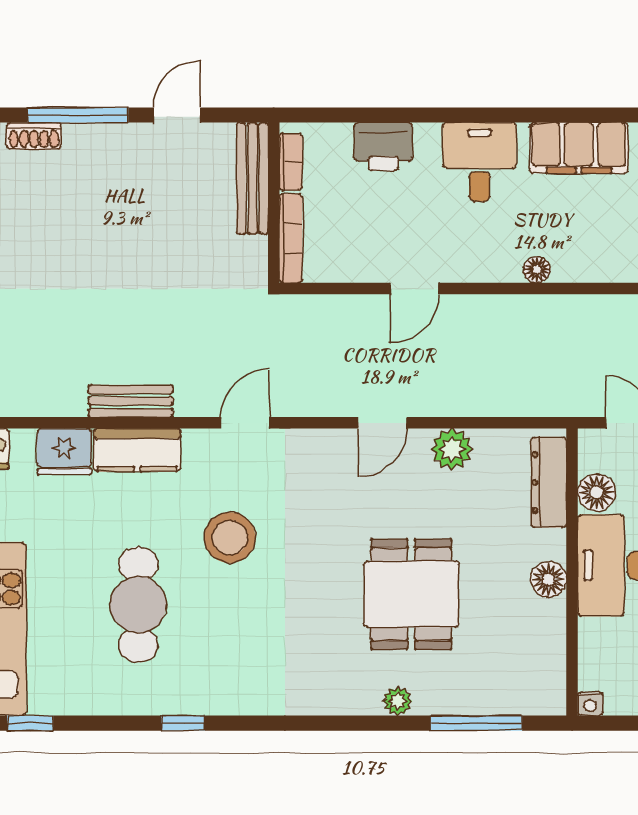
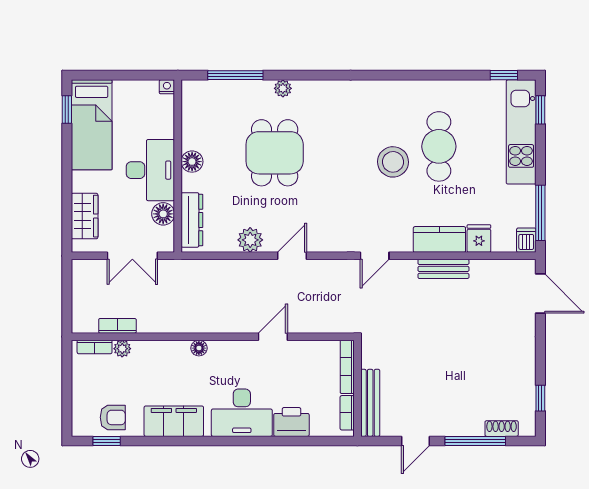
desk: (479, 162) -> (242, 413), width x1.37
fridge: (64, 452) -> (479, 239), width x0.72
stool: (230, 538) -> (393, 162), moved
window: (183, 723) -> (412, 75), removed

